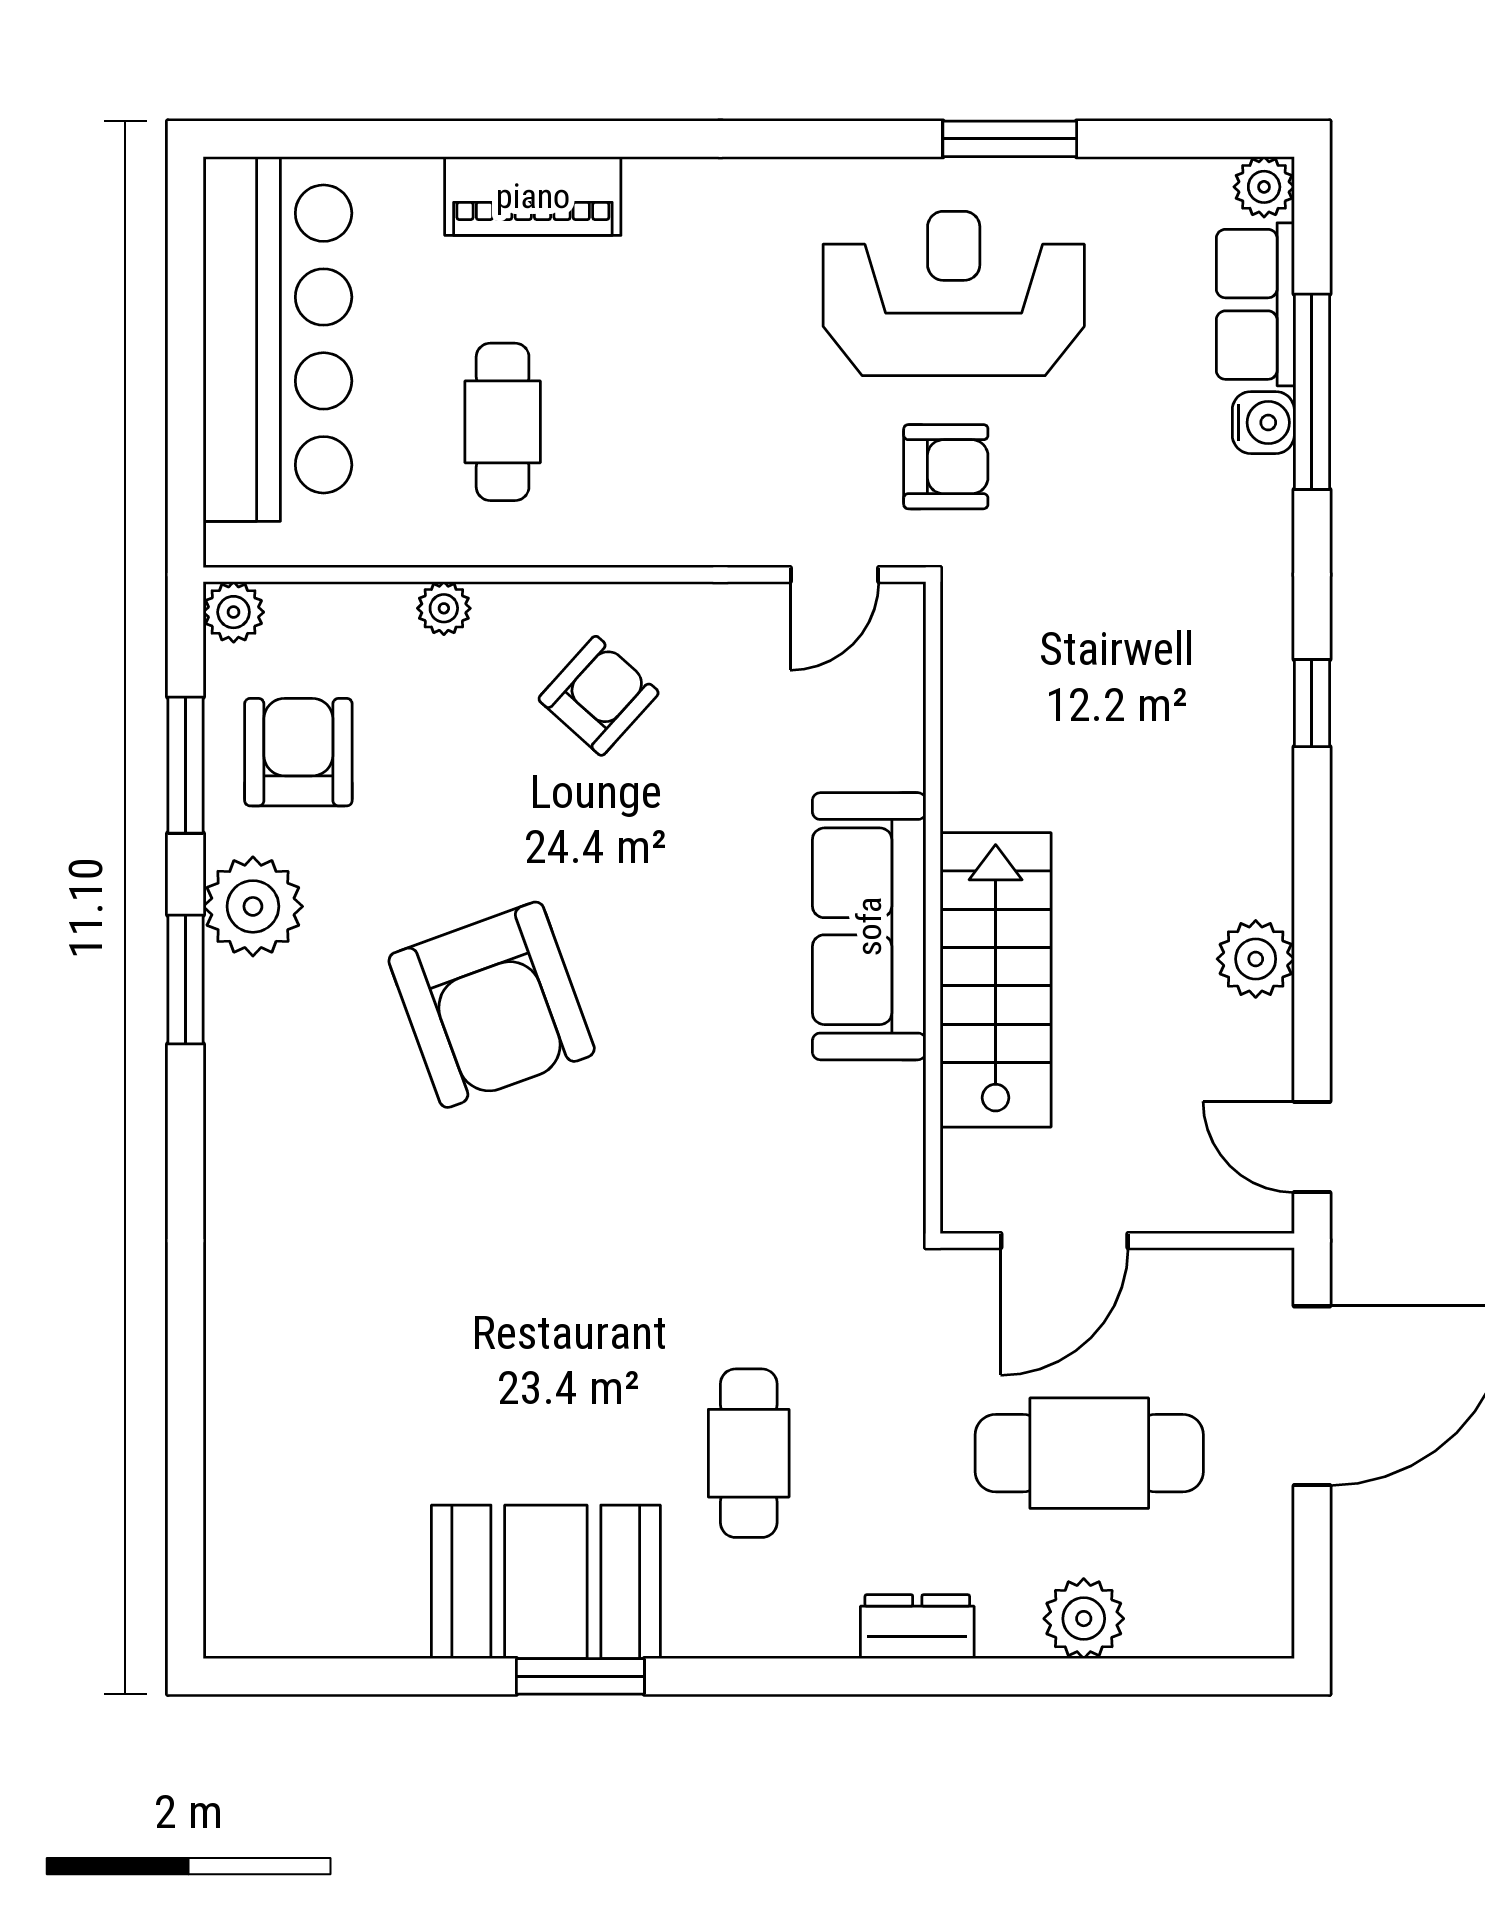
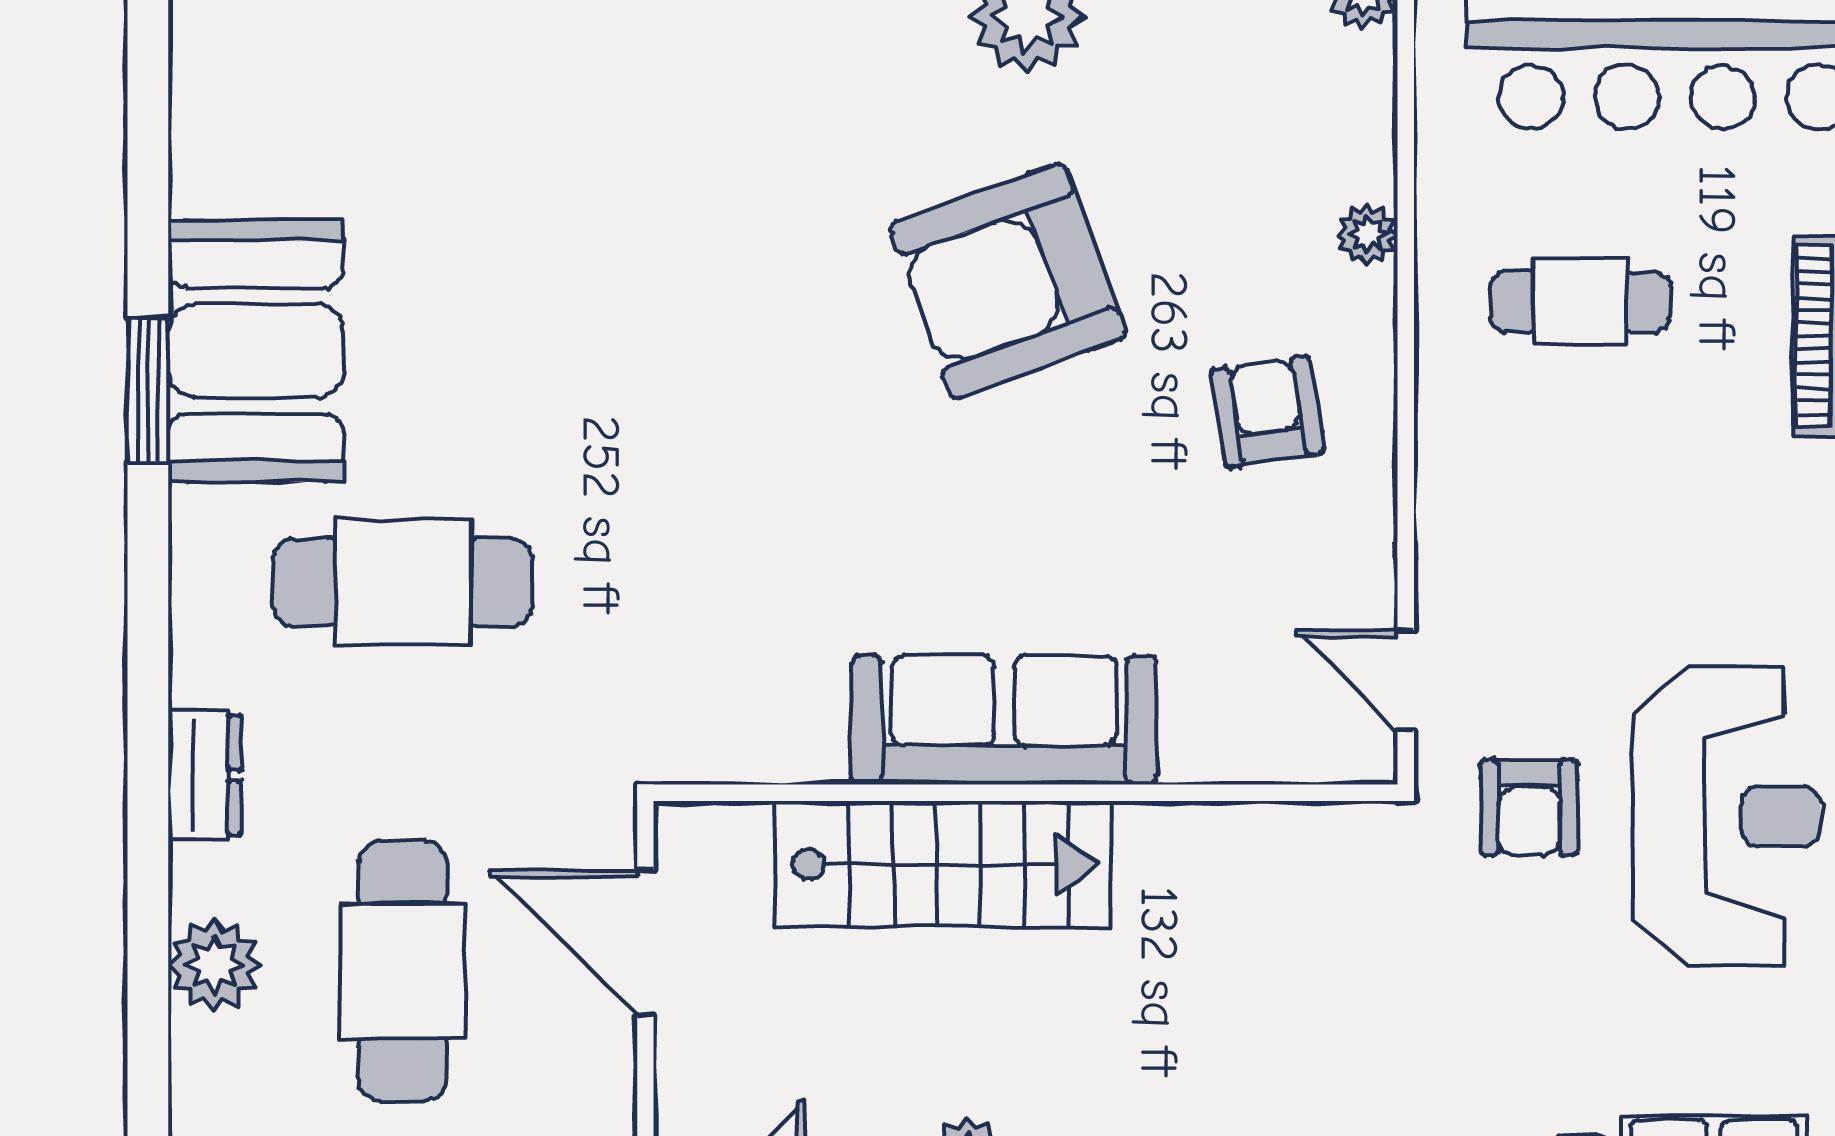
armchair: (599, 696) -> (1267, 411), turned -141
armchair: (298, 752) -> (1203, 68), removed
armchair: (492, 1005) -> (1008, 281), moved
cafe table: (749, 1453) -> (403, 582), width x1.37, depth x1.35

